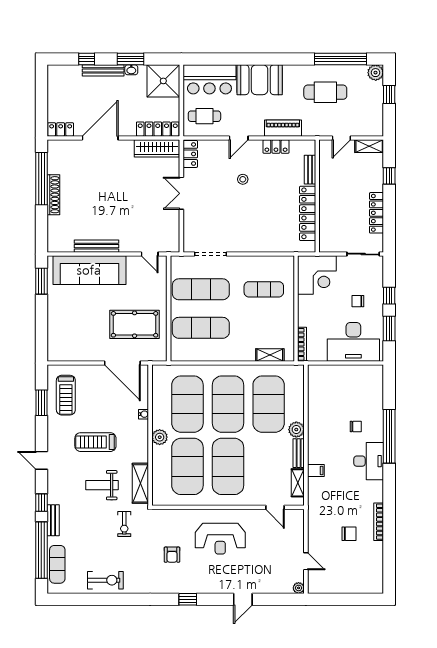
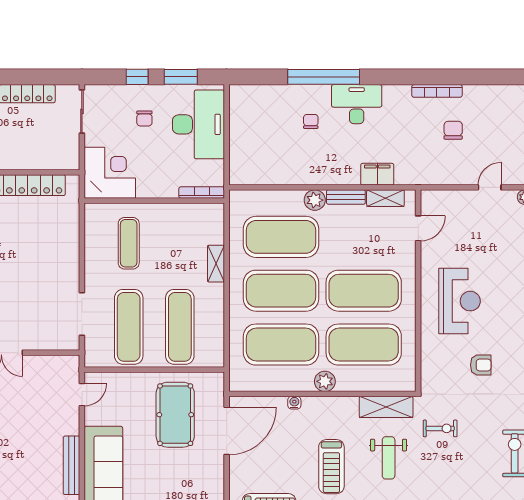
shelving: (270, 355) -> (216, 264), moved
filing cabinet: (316, 470) -> (377, 174), width x2.00

